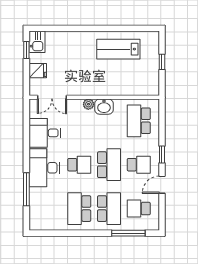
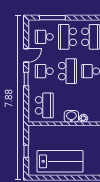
lab bench: (118, 49) -> (60, 161), width x1.36, depth x1.39
school desk: (109, 165) -> (67, 71), turned 180
school desk: (139, 209) -> (44, 37), turned 180

